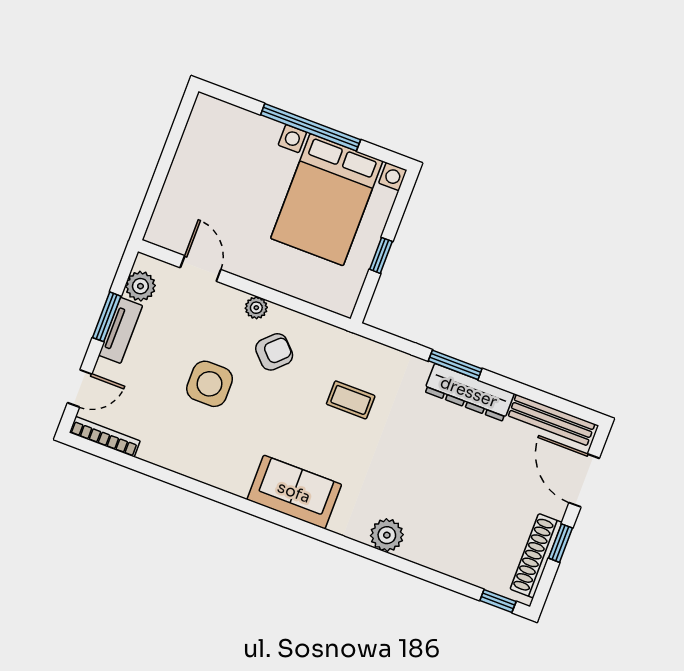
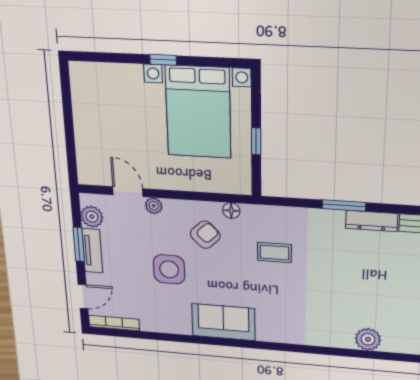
window: (311, 127) -> (163, 60), width x0.32
plant: (256, 308) -> (154, 206), moved
floor lamp: (318, 331) -> (231, 211), added
dresser: (469, 392) -> (372, 221), width x0.73, depth x0.80
sofa: (294, 492) -> (223, 322), moved
plant: (387, 535) -> (368, 339), moved

